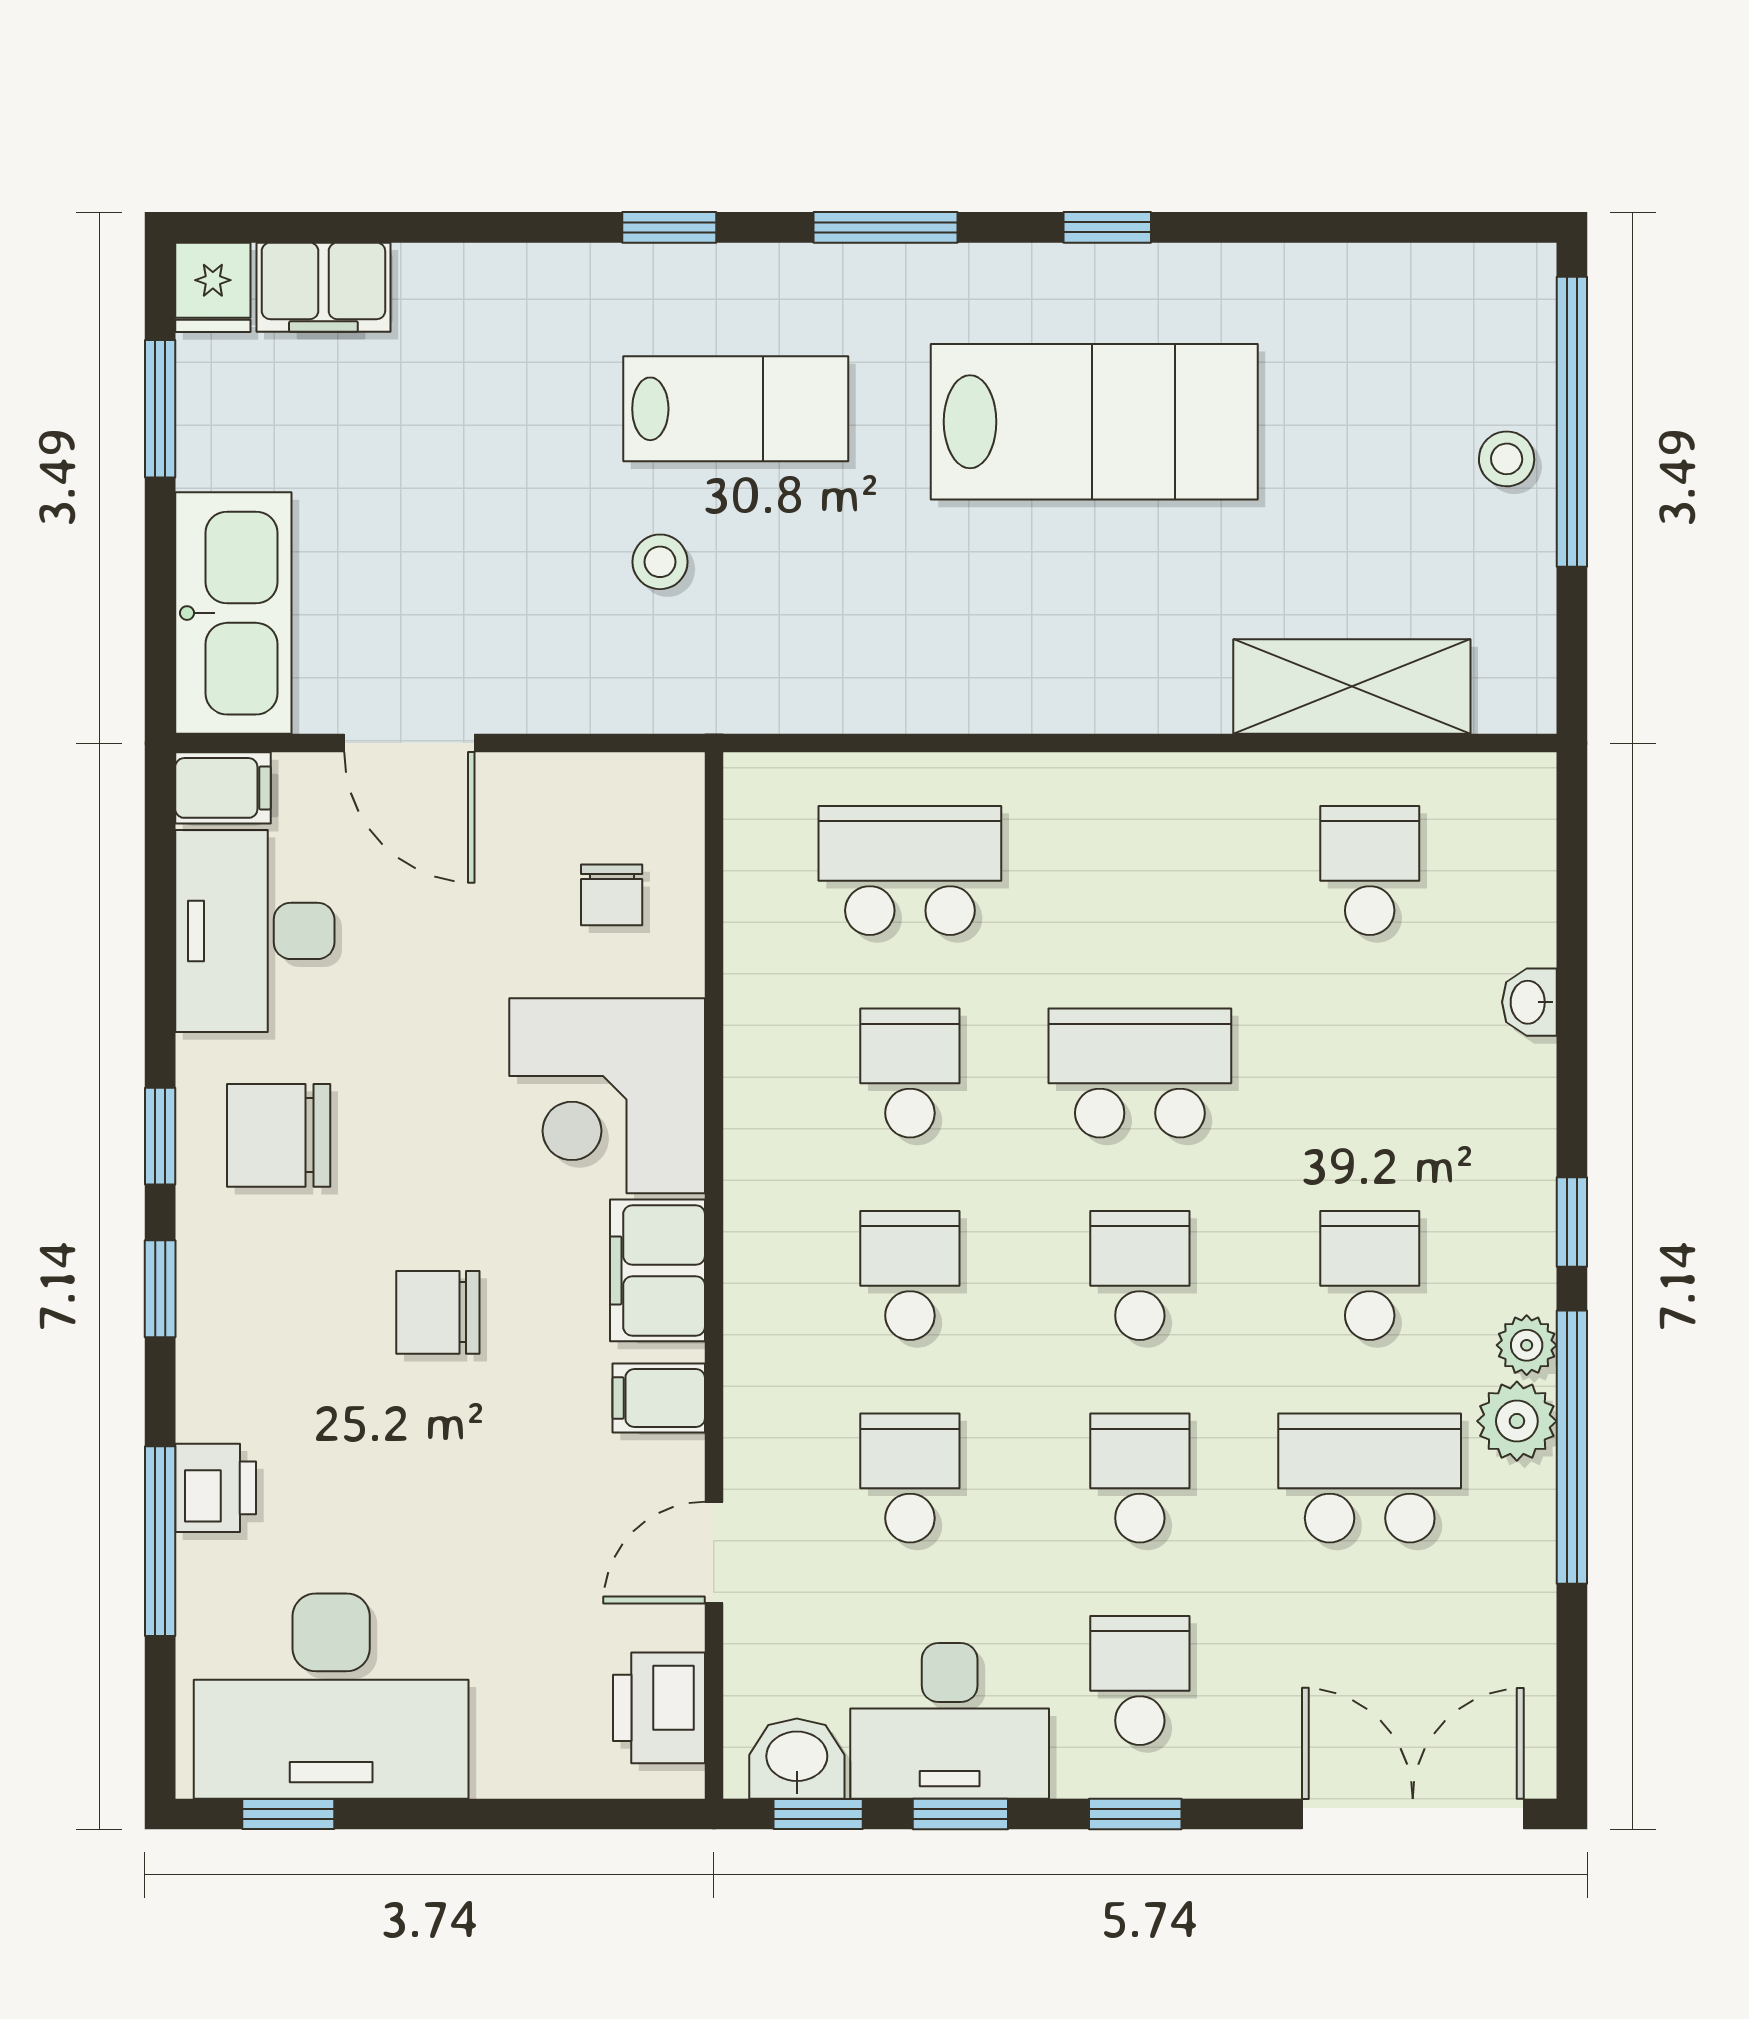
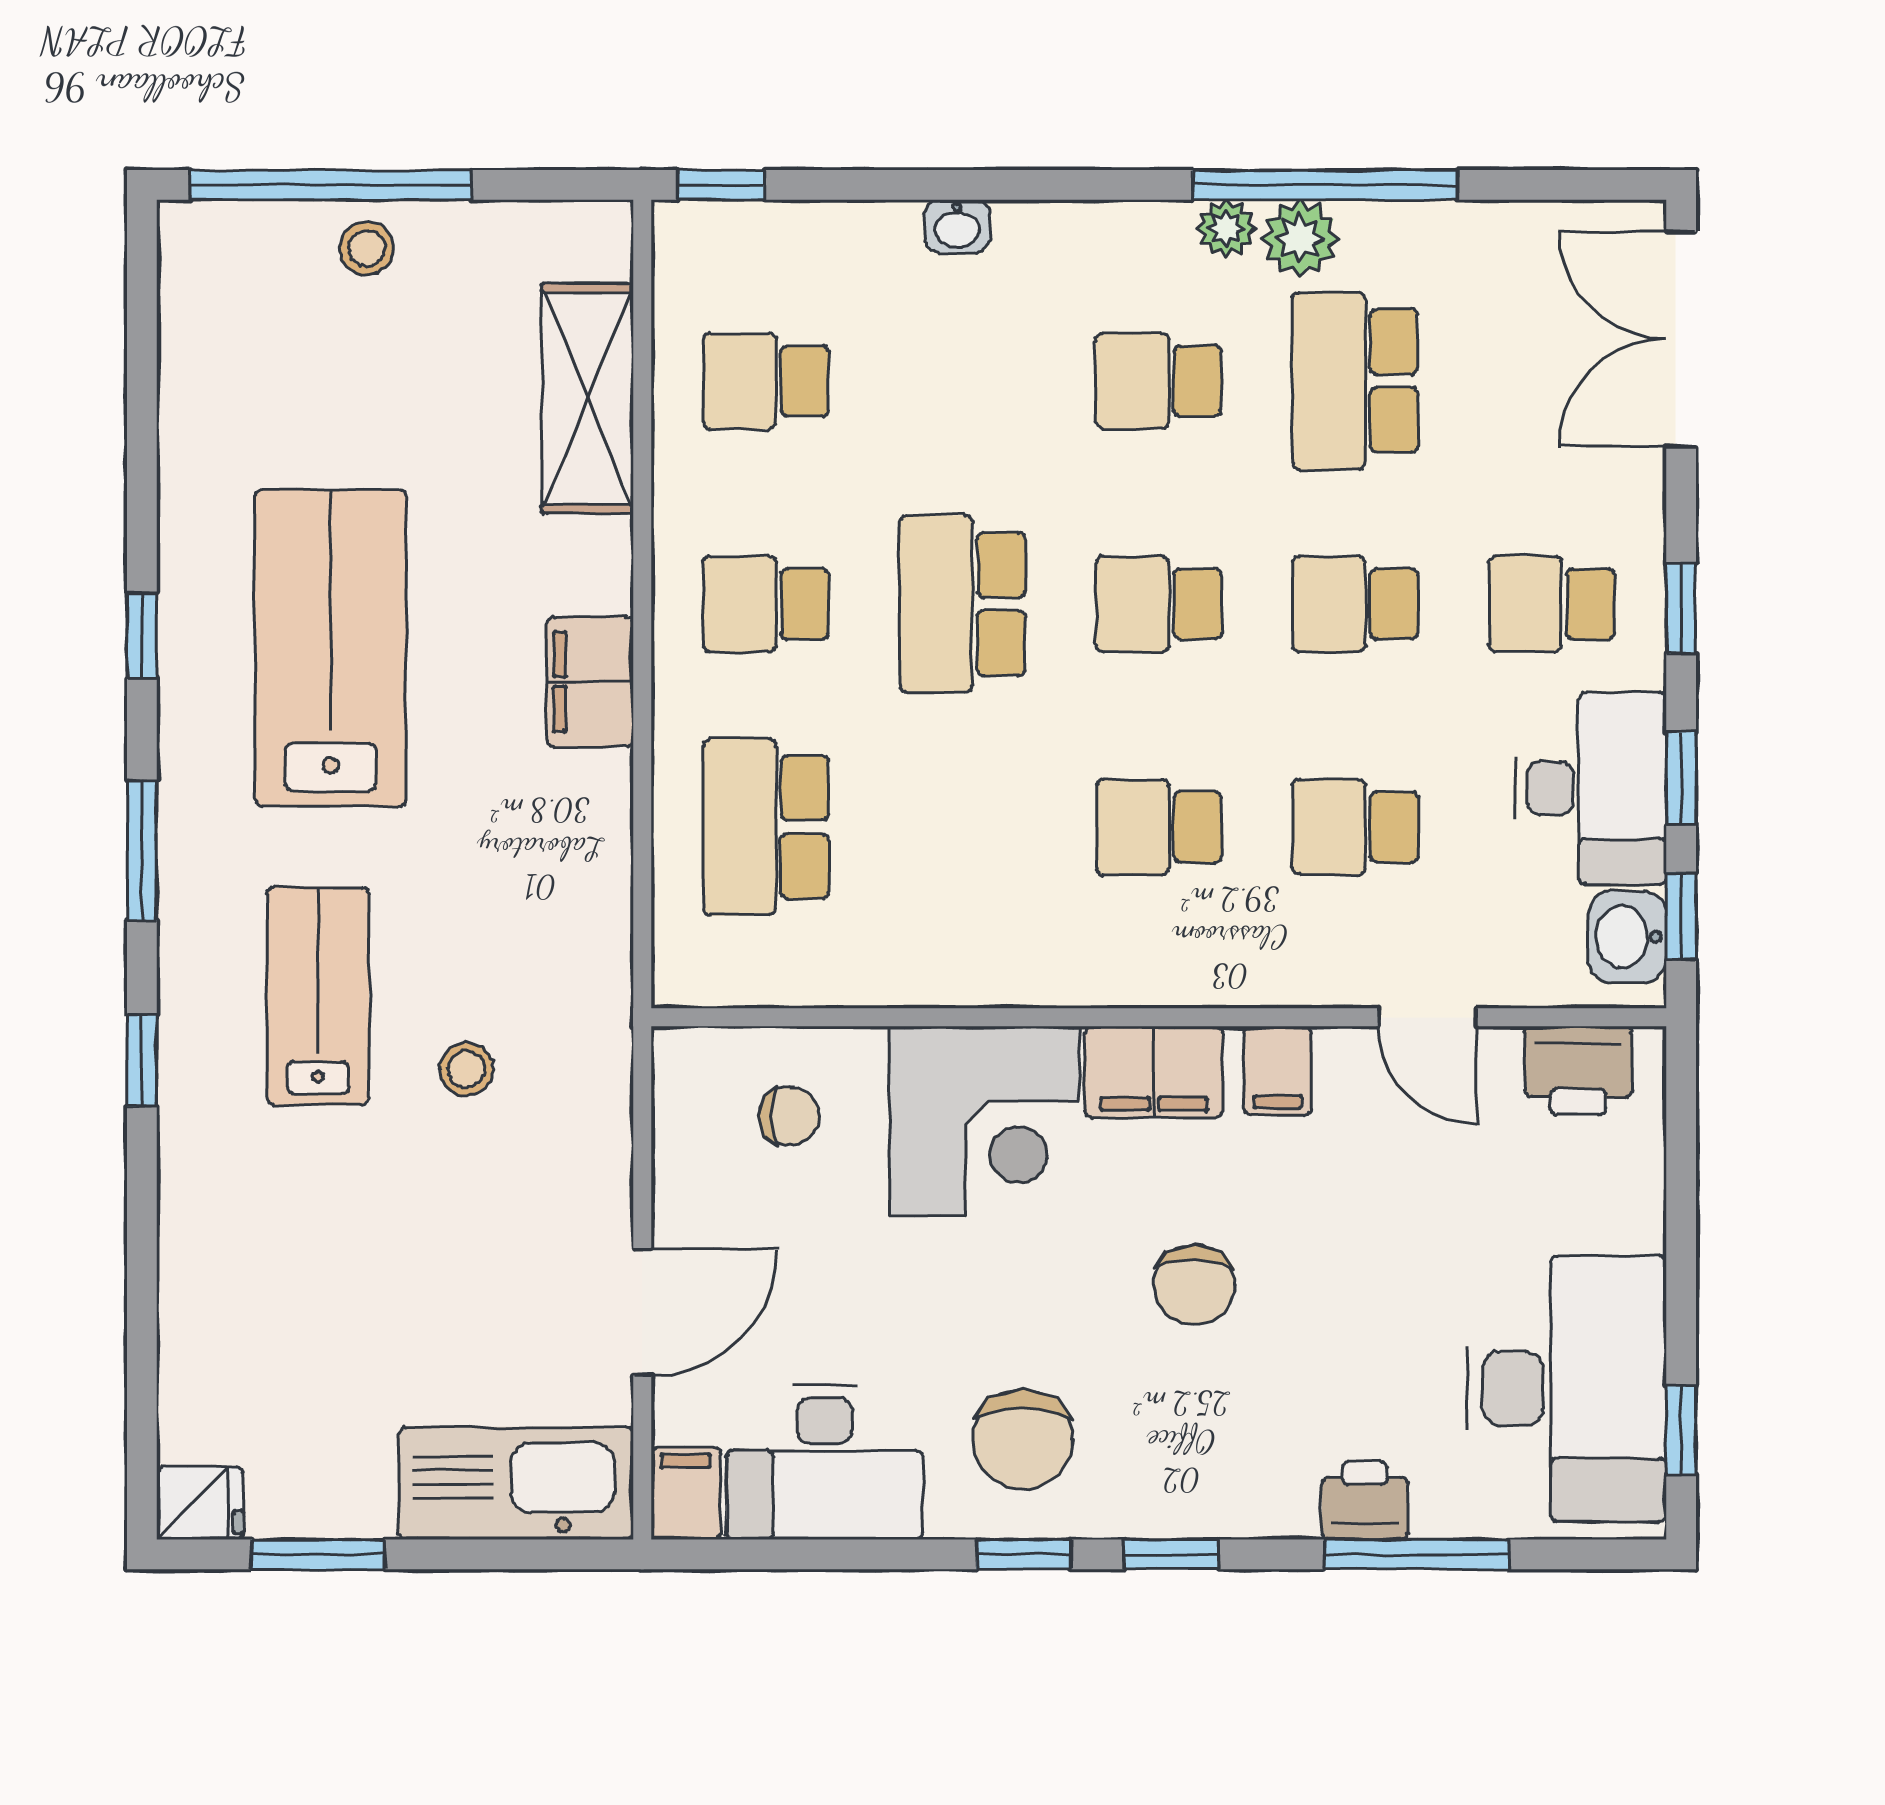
filing cabinet: (323, 287) -> (590, 682), moved, turned 180
washbasin: (1529, 1002) -> (957, 226), moved
school desk: (910, 1073) -> (766, 604), moved
window: (1572, 1222) -> (721, 185), moved

